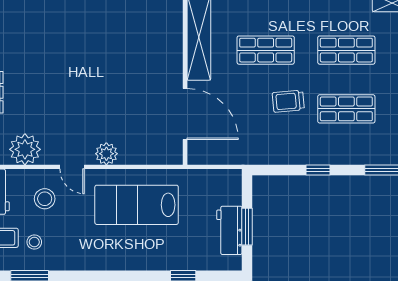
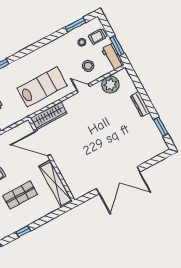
wardrobe: (151, 153) -> (49, 116), added
plant: (106, 154) -> (70, 104), removed

